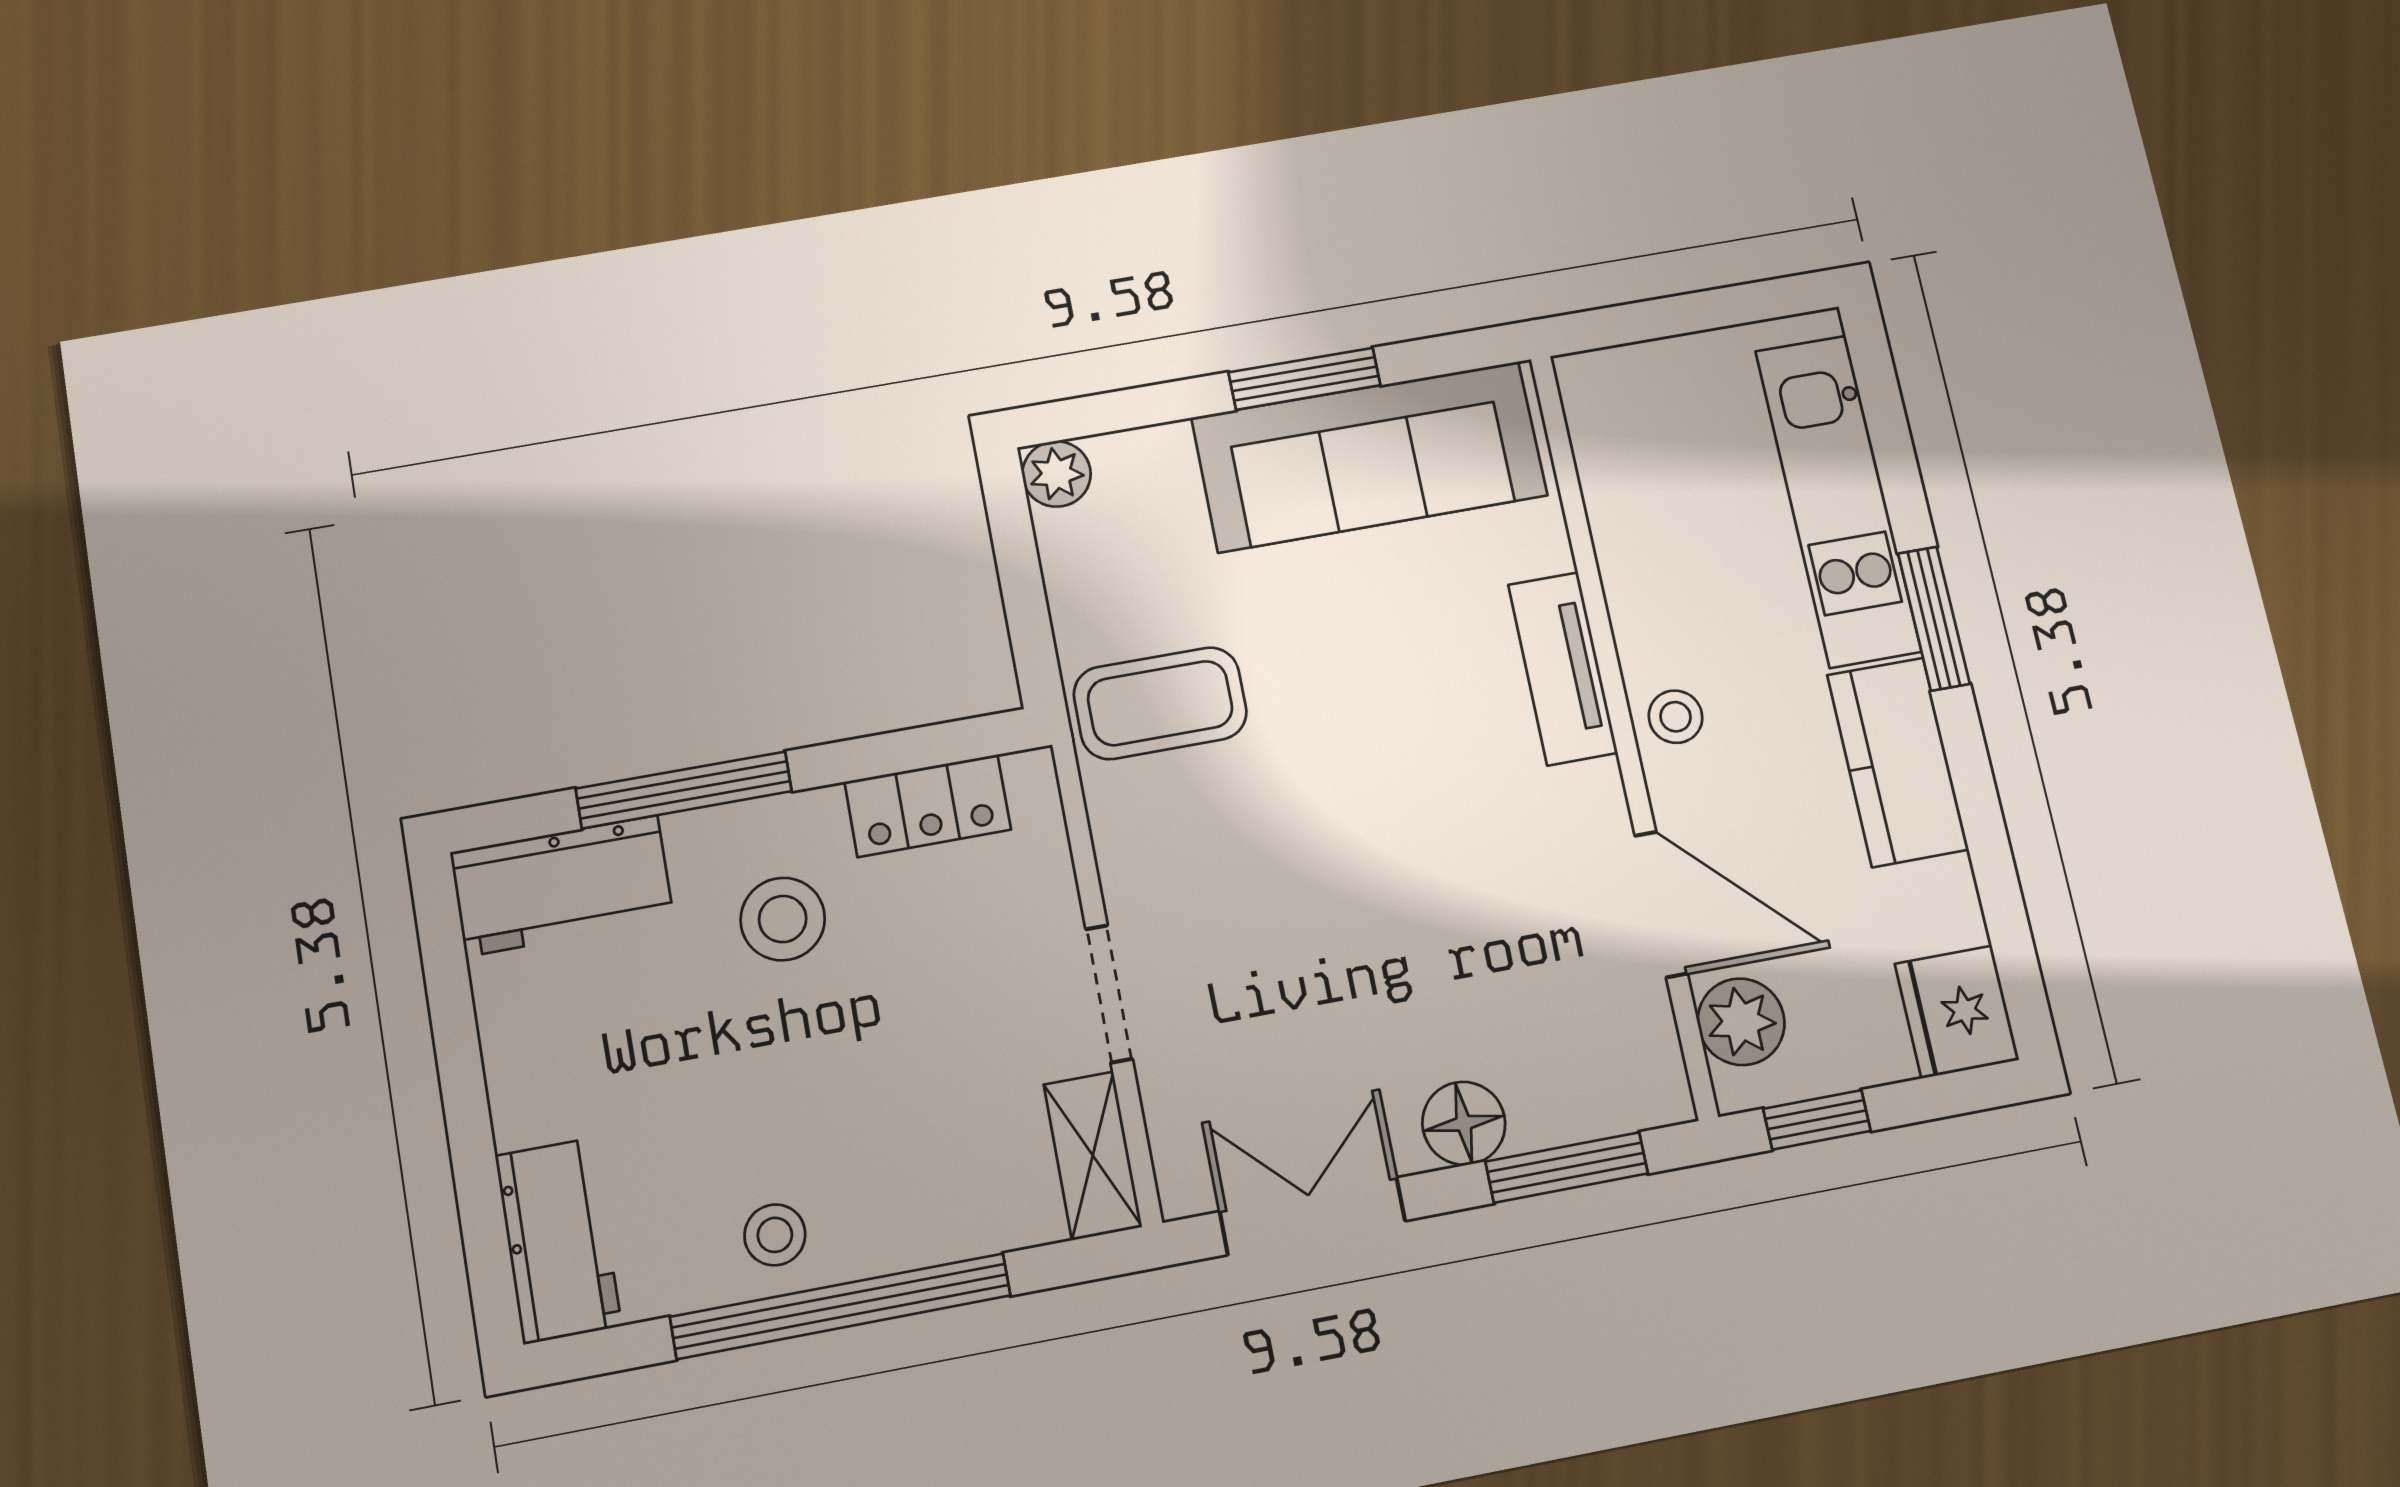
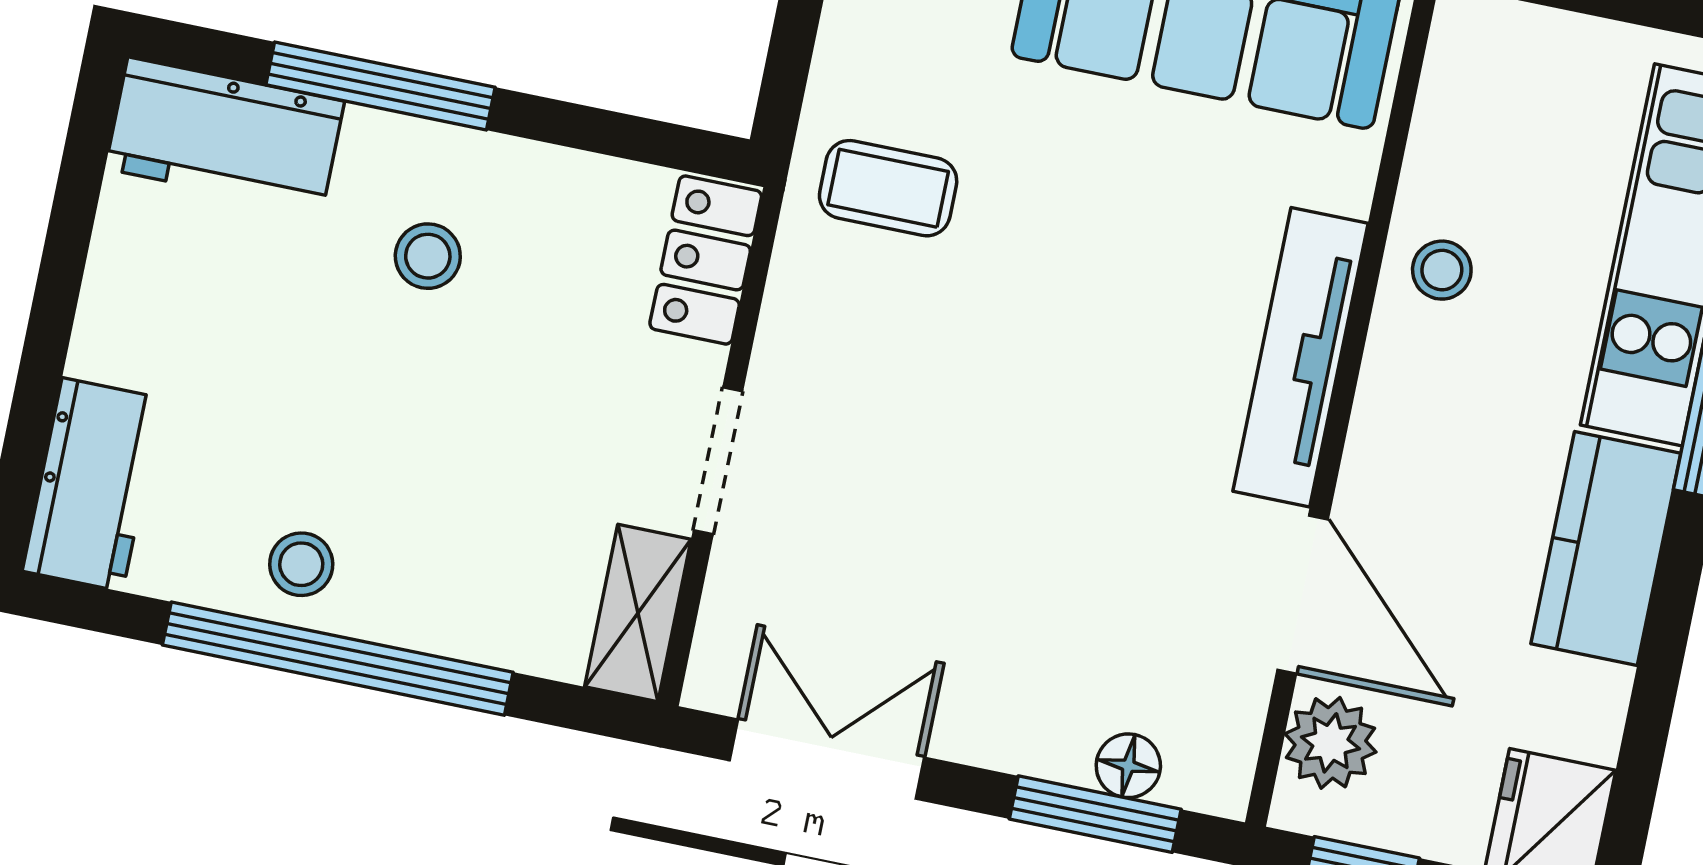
tv unit: (1563, 669) -> (1300, 357), width x1.41
coffee table: (1160, 703) -> (888, 188), width x0.73, depth x0.77
stool: (1676, 717) -> (1442, 270), moved
locker: (928, 806) -> (706, 260), moved, turned 90
stool: (783, 919) -> (428, 256), width x0.73, depth x0.73
floor lamp: (1464, 1123) -> (1128, 766), moved, width x0.73, depth x0.73

